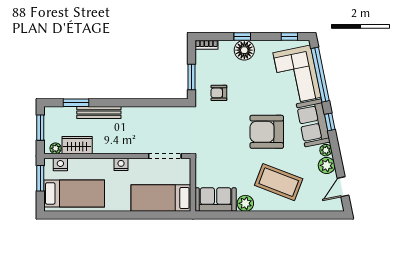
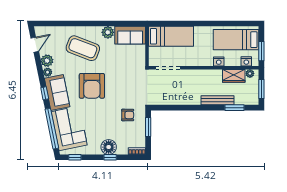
armchair: (267, 132) -> (92, 86), turned 90
nightstand: (121, 164) -> (219, 61), moved

